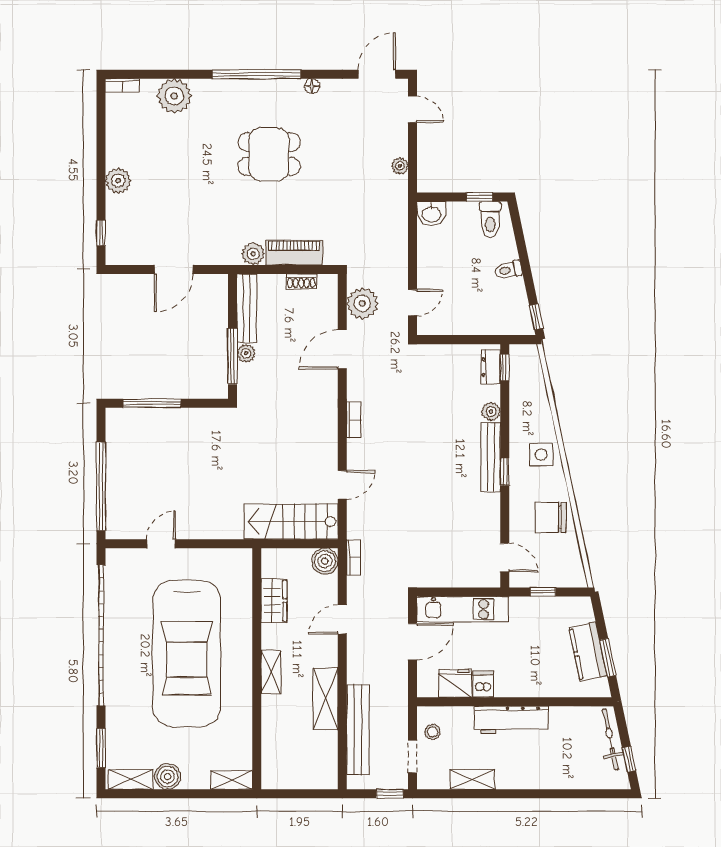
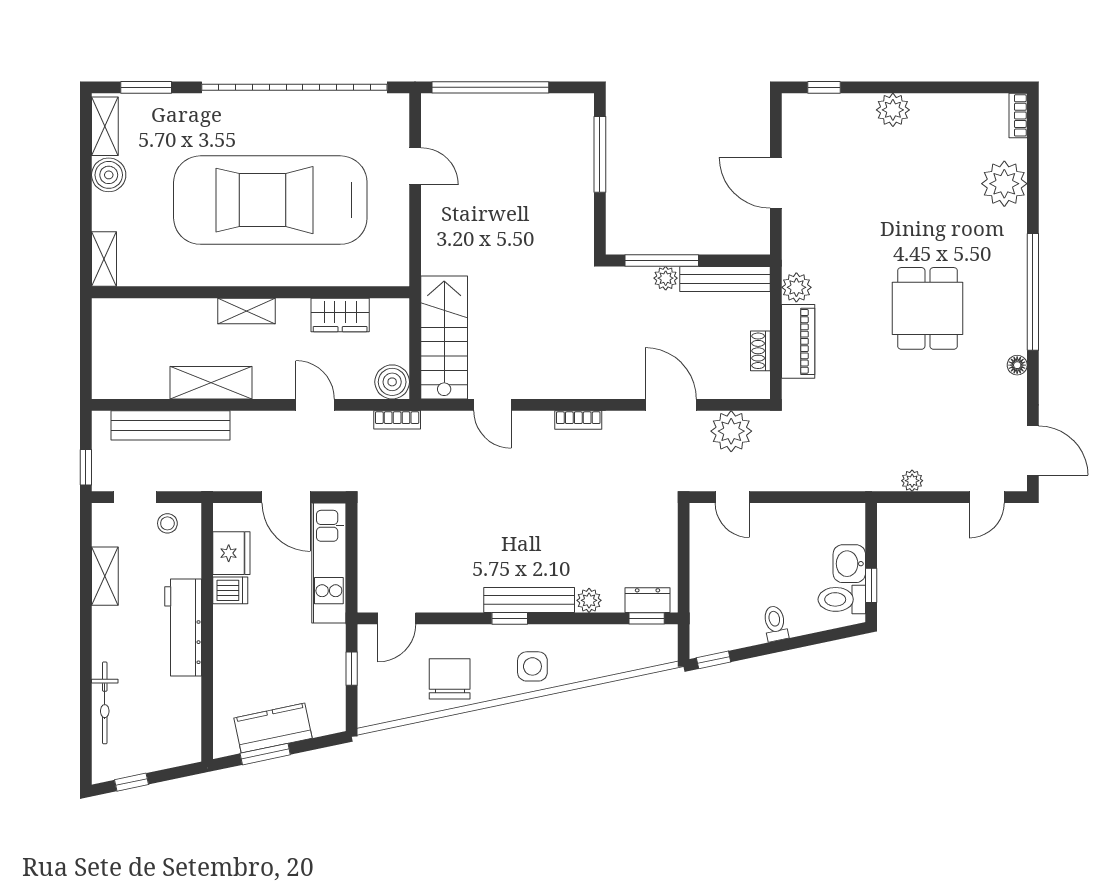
washbasin: (431, 214) -> (849, 564), moved
bicycle: (610, 739) -> (105, 703), moved, turned 102

